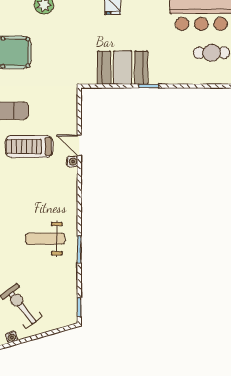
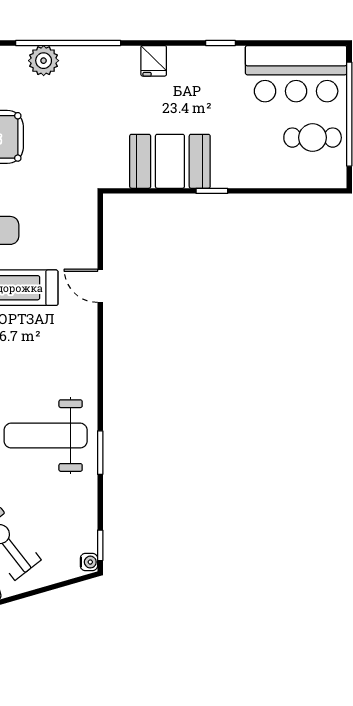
water cooler: (72, 162) -> (89, 562), moved
weight bench: (45, 239) -> (46, 436), width x1.36, depth x1.33

